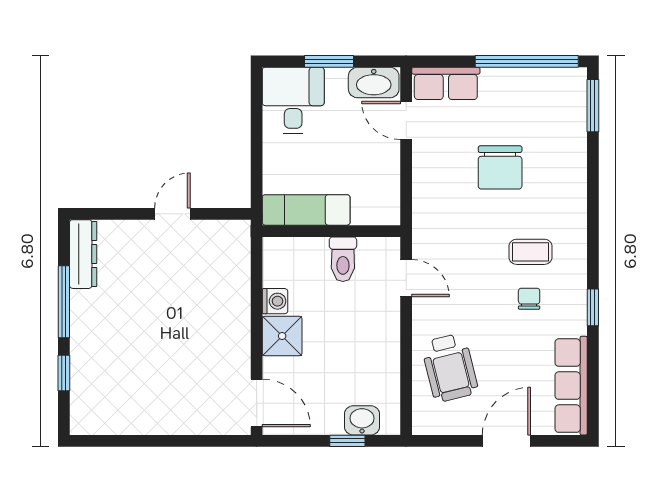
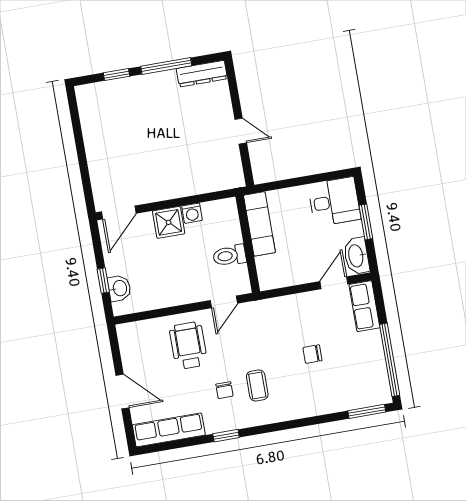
chair: (500, 167) -> (312, 354), width x0.54, depth x0.54
chair: (529, 299) -> (224, 390), turned 90
wheelchair: (450, 368) -> (188, 345), moved, turned 104

